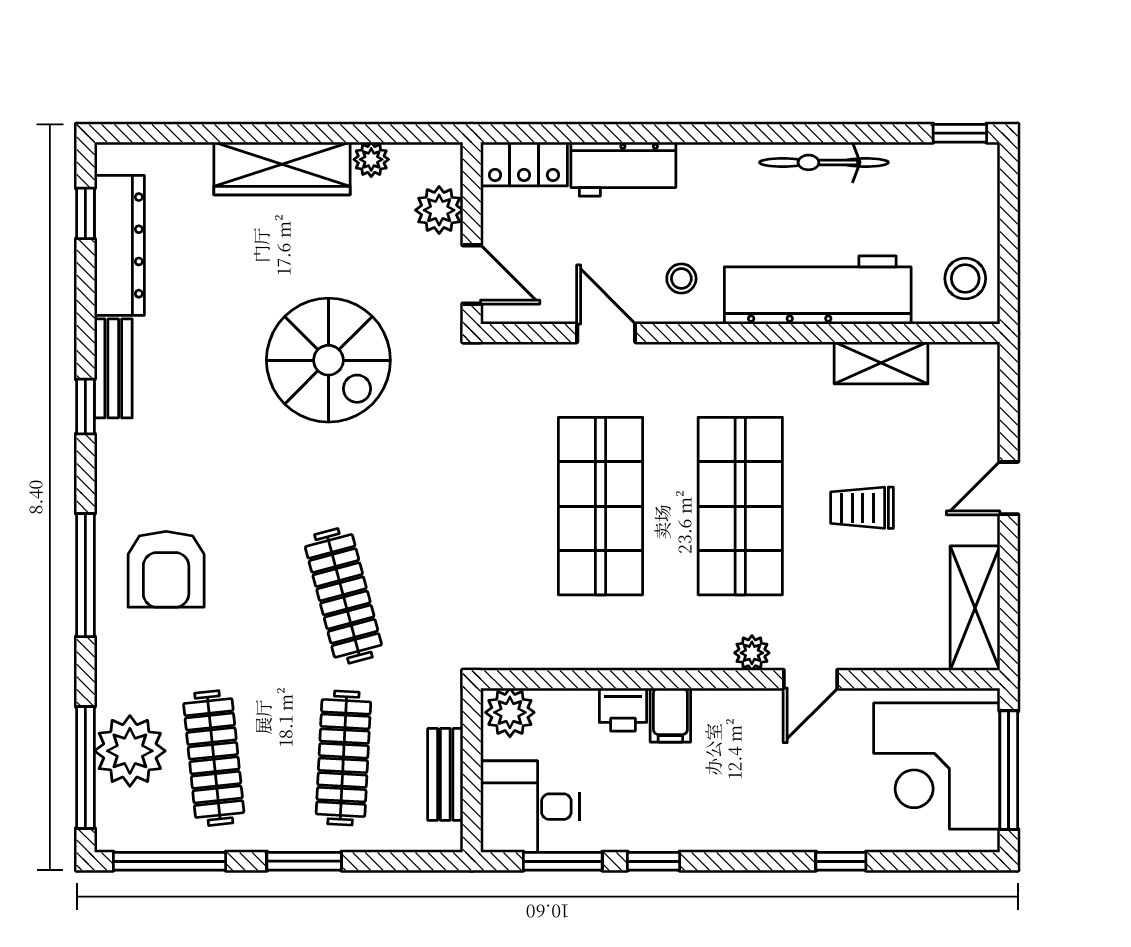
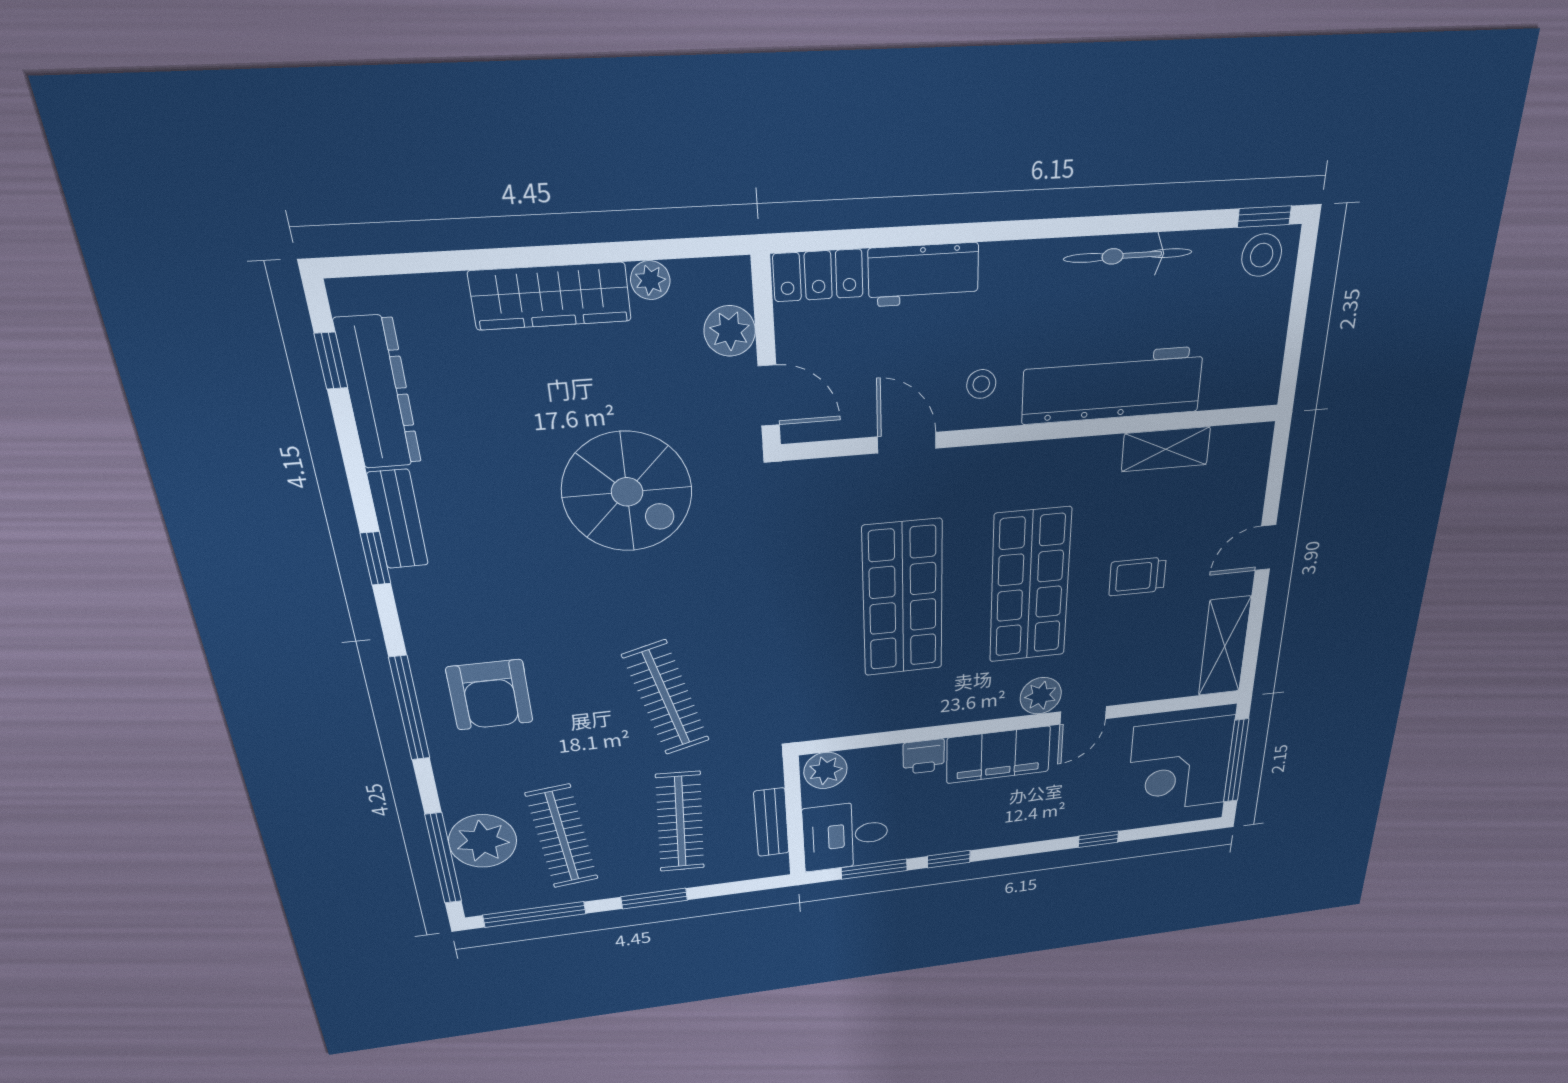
stool: (965, 279) -> (1262, 255), moved
plant: (752, 653) -> (1041, 696), width x1.38, depth x1.38
filing cabinet: (670, 715) -> (998, 755), width x3.00, depth x1.17

